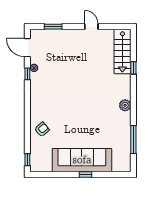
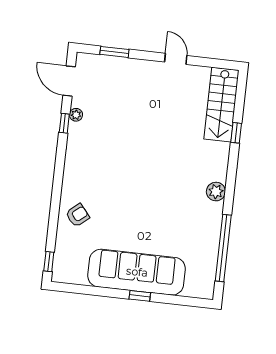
window: (133, 139) -> (223, 248), width x1.46

